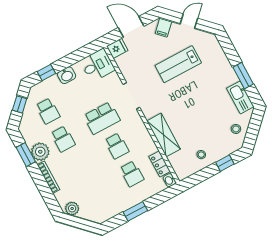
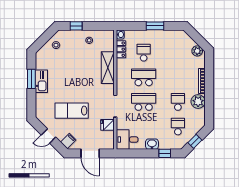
fridge: (117, 48) -> (107, 125), moved
lab bench: (178, 64) -> (72, 111), turned 180
kitchen sink: (240, 97) -> (41, 81), moved
school desk: (117, 146) -> (144, 77), width x1.85
window: (26, 155) -> (209, 105), removed

